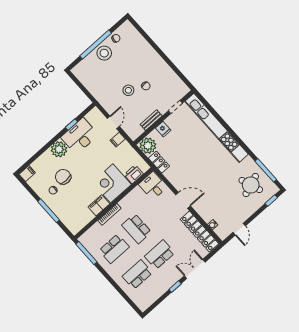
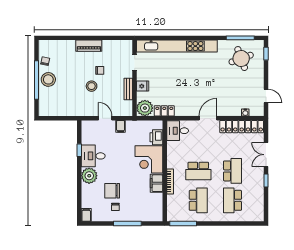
piano: (157, 61) -> (89, 46), added
desk: (80, 136) -> (93, 156), width x0.73
school desk: (160, 255) -> (232, 171), turned 180

